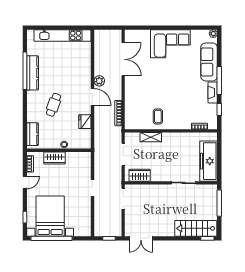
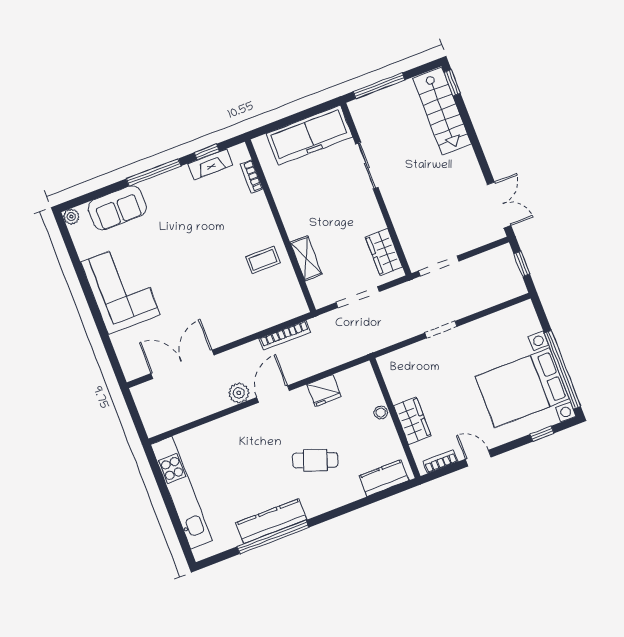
sofa: (209, 62) -> (117, 208), width x0.73
fireplace: (213, 92) -> (210, 164), moved

